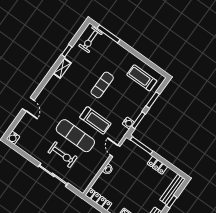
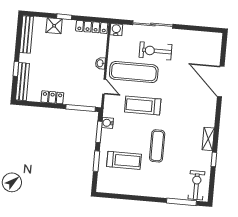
treadmill: (142, 78) -> (124, 160), moved
door: (28, 104) -> (221, 81), width x1.87
exercise mat: (75, 136) -> (134, 72), moved
water cooler: (13, 138) -> (116, 30), moved

